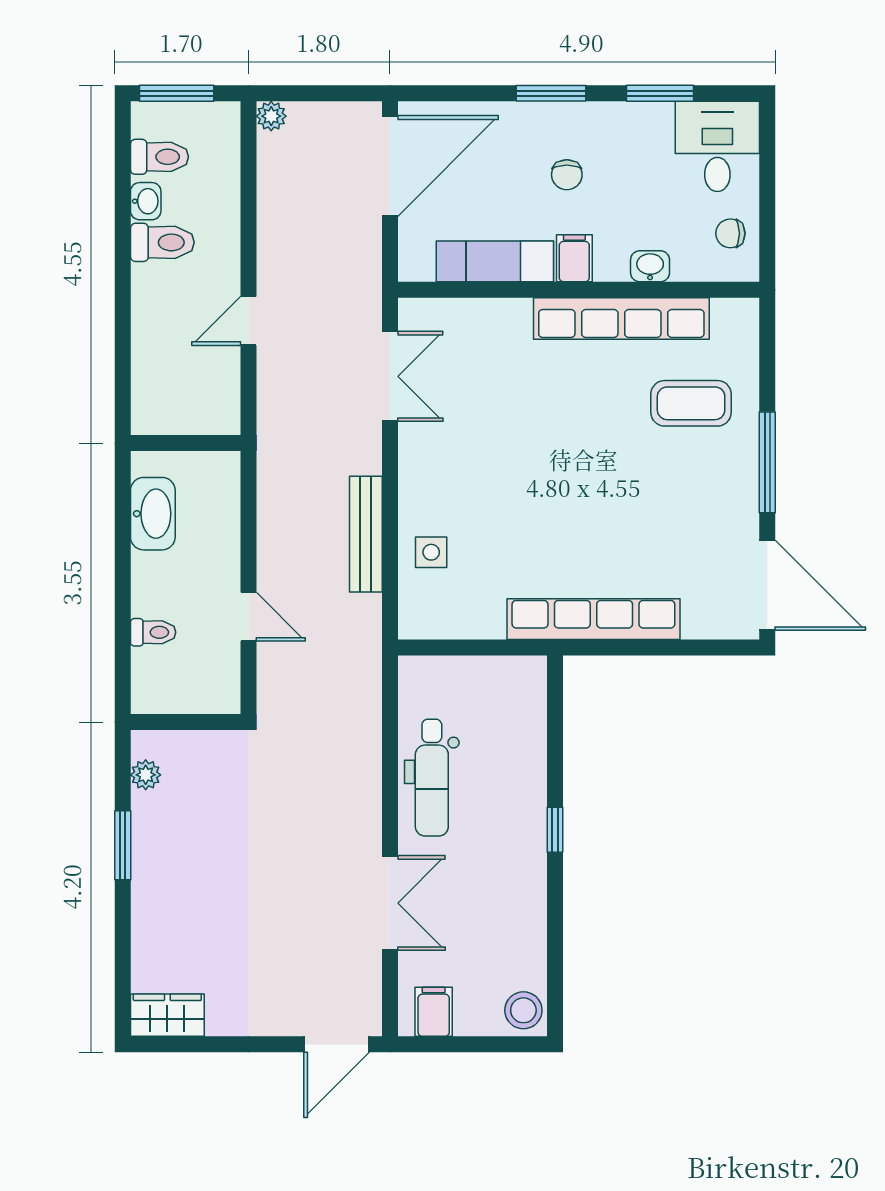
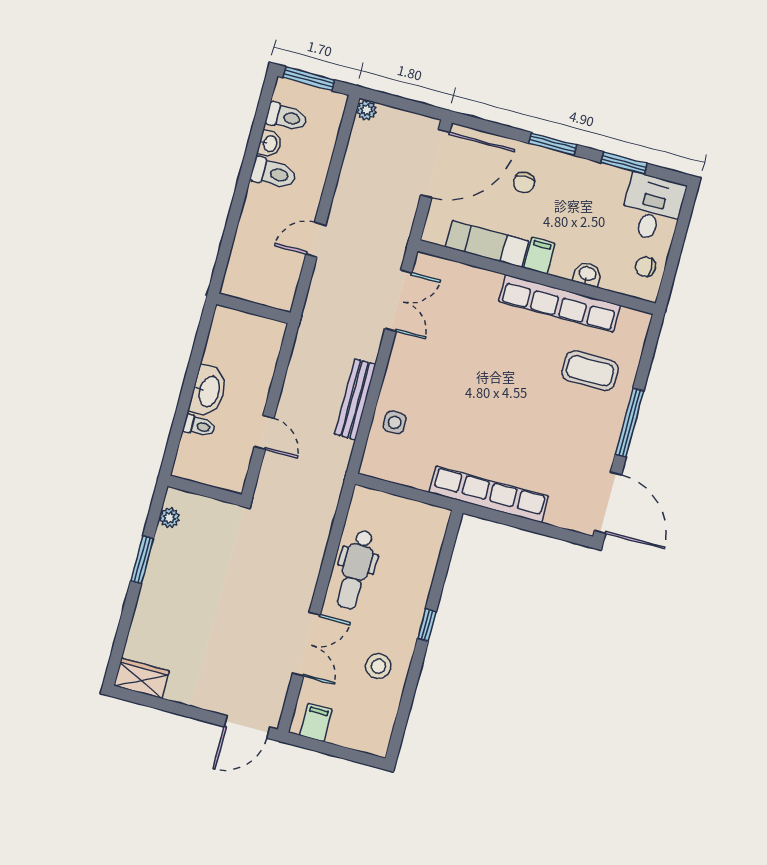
chair: (567, 175) -> (524, 183), moved
washbasin: (153, 514) -> (208, 391), moved
stool: (523, 1010) -> (378, 666), moved

